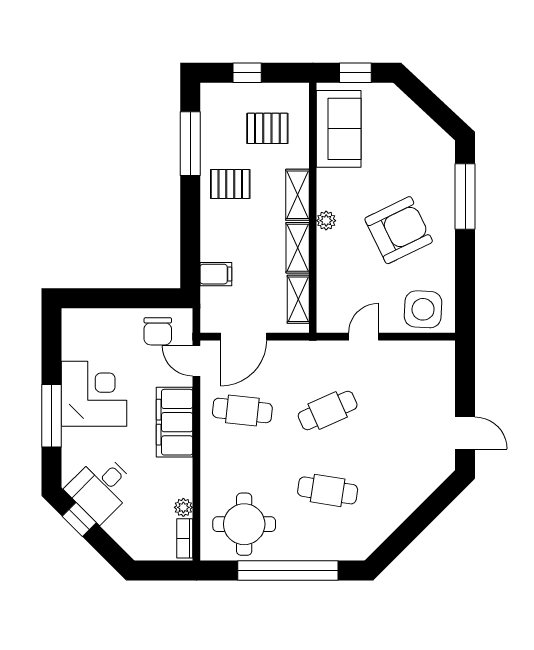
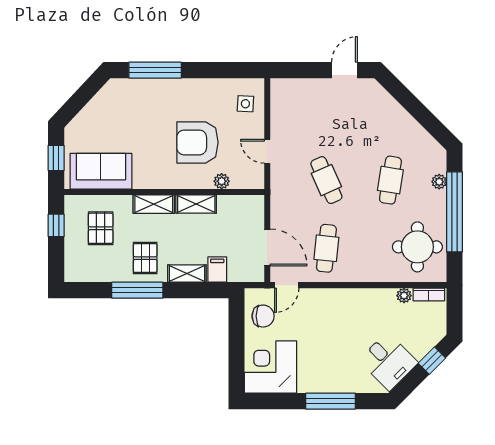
window: (247, 73) -> (56, 225), moved
window: (190, 144) -> (137, 290), moved
plant: (326, 221) -> (222, 181), moved
armchair: (399, 230) -> (197, 142), moved, turned -64
shelving: (298, 299) -> (187, 274), moved
side table: (423, 309) -> (245, 104), width x0.54, depth x0.54
corner desk: (94, 394) -> (271, 367), moved
filing cabinet: (175, 422) -> (336, 303), removed
window: (79, 519) -> (432, 361), moved
plant: (326, 551) -> (439, 182), added

